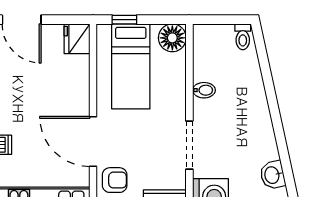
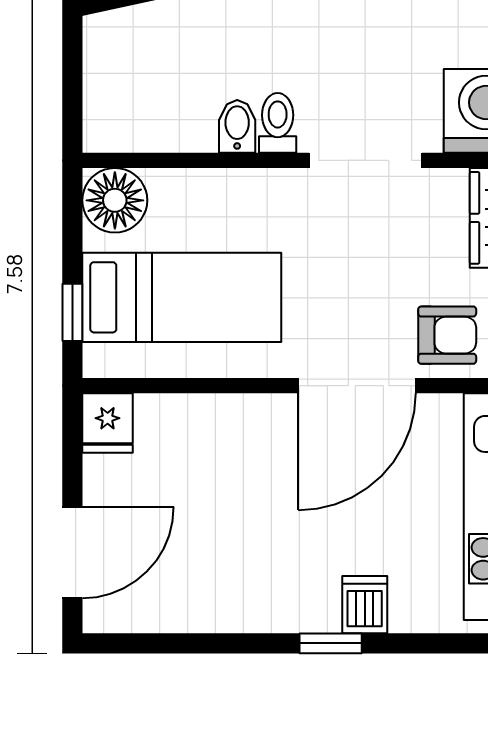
toilet: (243, 37) -> (278, 123), moved, turned -90
fridge: (77, 39) -> (108, 423), width x0.72
armchair: (115, 180) -> (447, 335), turned 90

